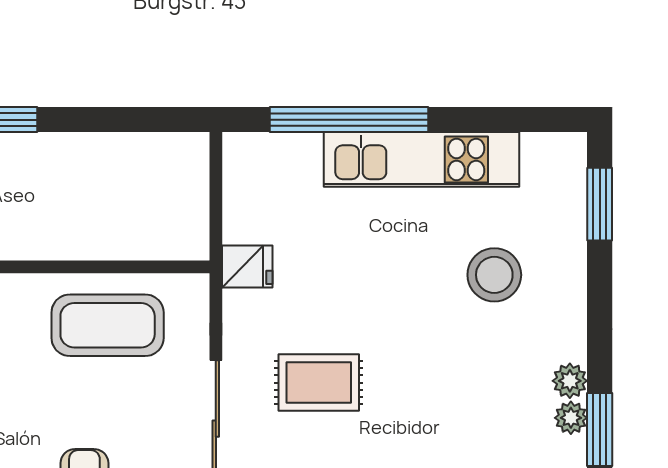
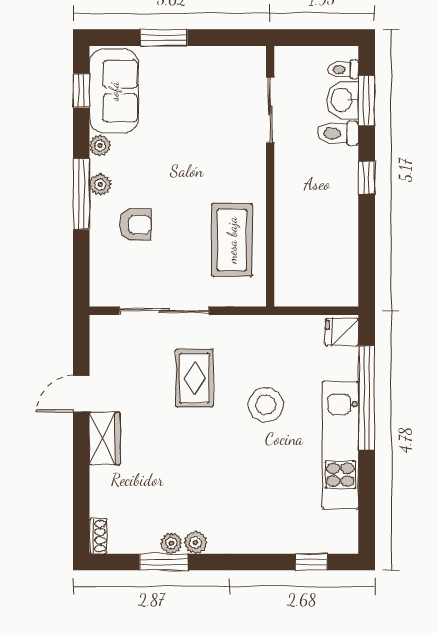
window: (600, 204) -> (311, 562), width x0.67
fridge: (247, 266) -> (342, 332), moved, turned 90
stool: (494, 275) -> (266, 405), moved

